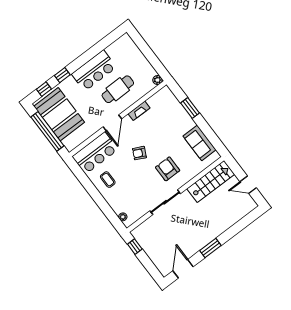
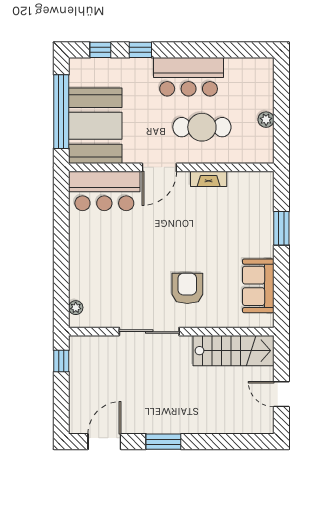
plant: (157, 80) -> (266, 120), moved
booth: (59, 114) -> (95, 126), moved
armchair: (139, 153) -> (165, 237), removed
coffee table: (108, 180) -> (94, 241), removed

